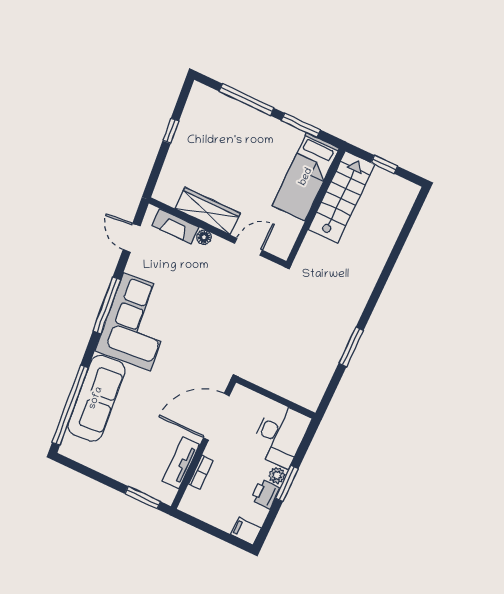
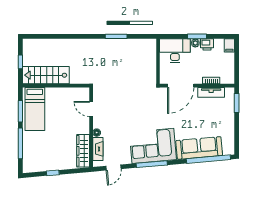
bed: (306, 177) -> (35, 109), moved, turned 90
wardrobe: (208, 211) -> (83, 151), moved
door: (216, 417) -> (181, 86), hinge flipped

